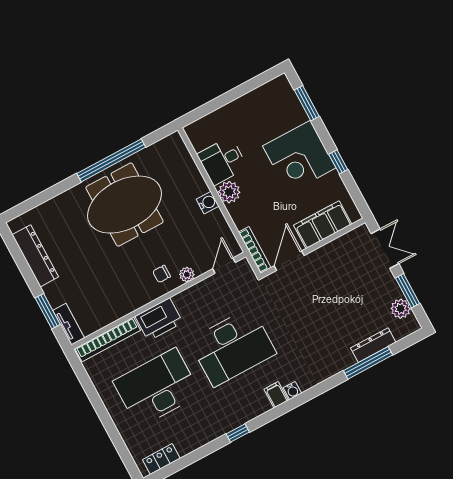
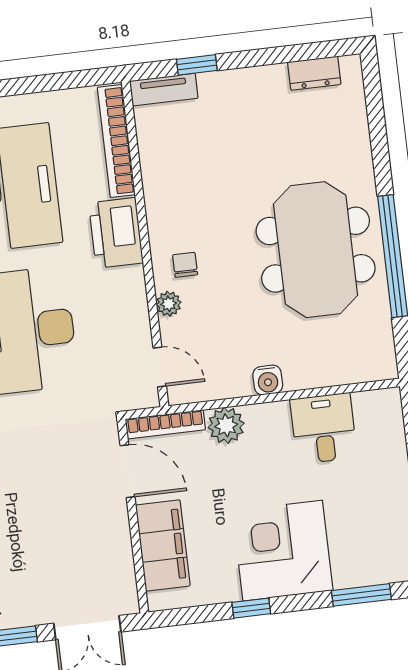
plant: (229, 192) -> (226, 425), moved
dresser: (35, 256) -> (314, 73), width x0.51, depth x0.80
window: (48, 311) -> (197, 65), width x0.67

